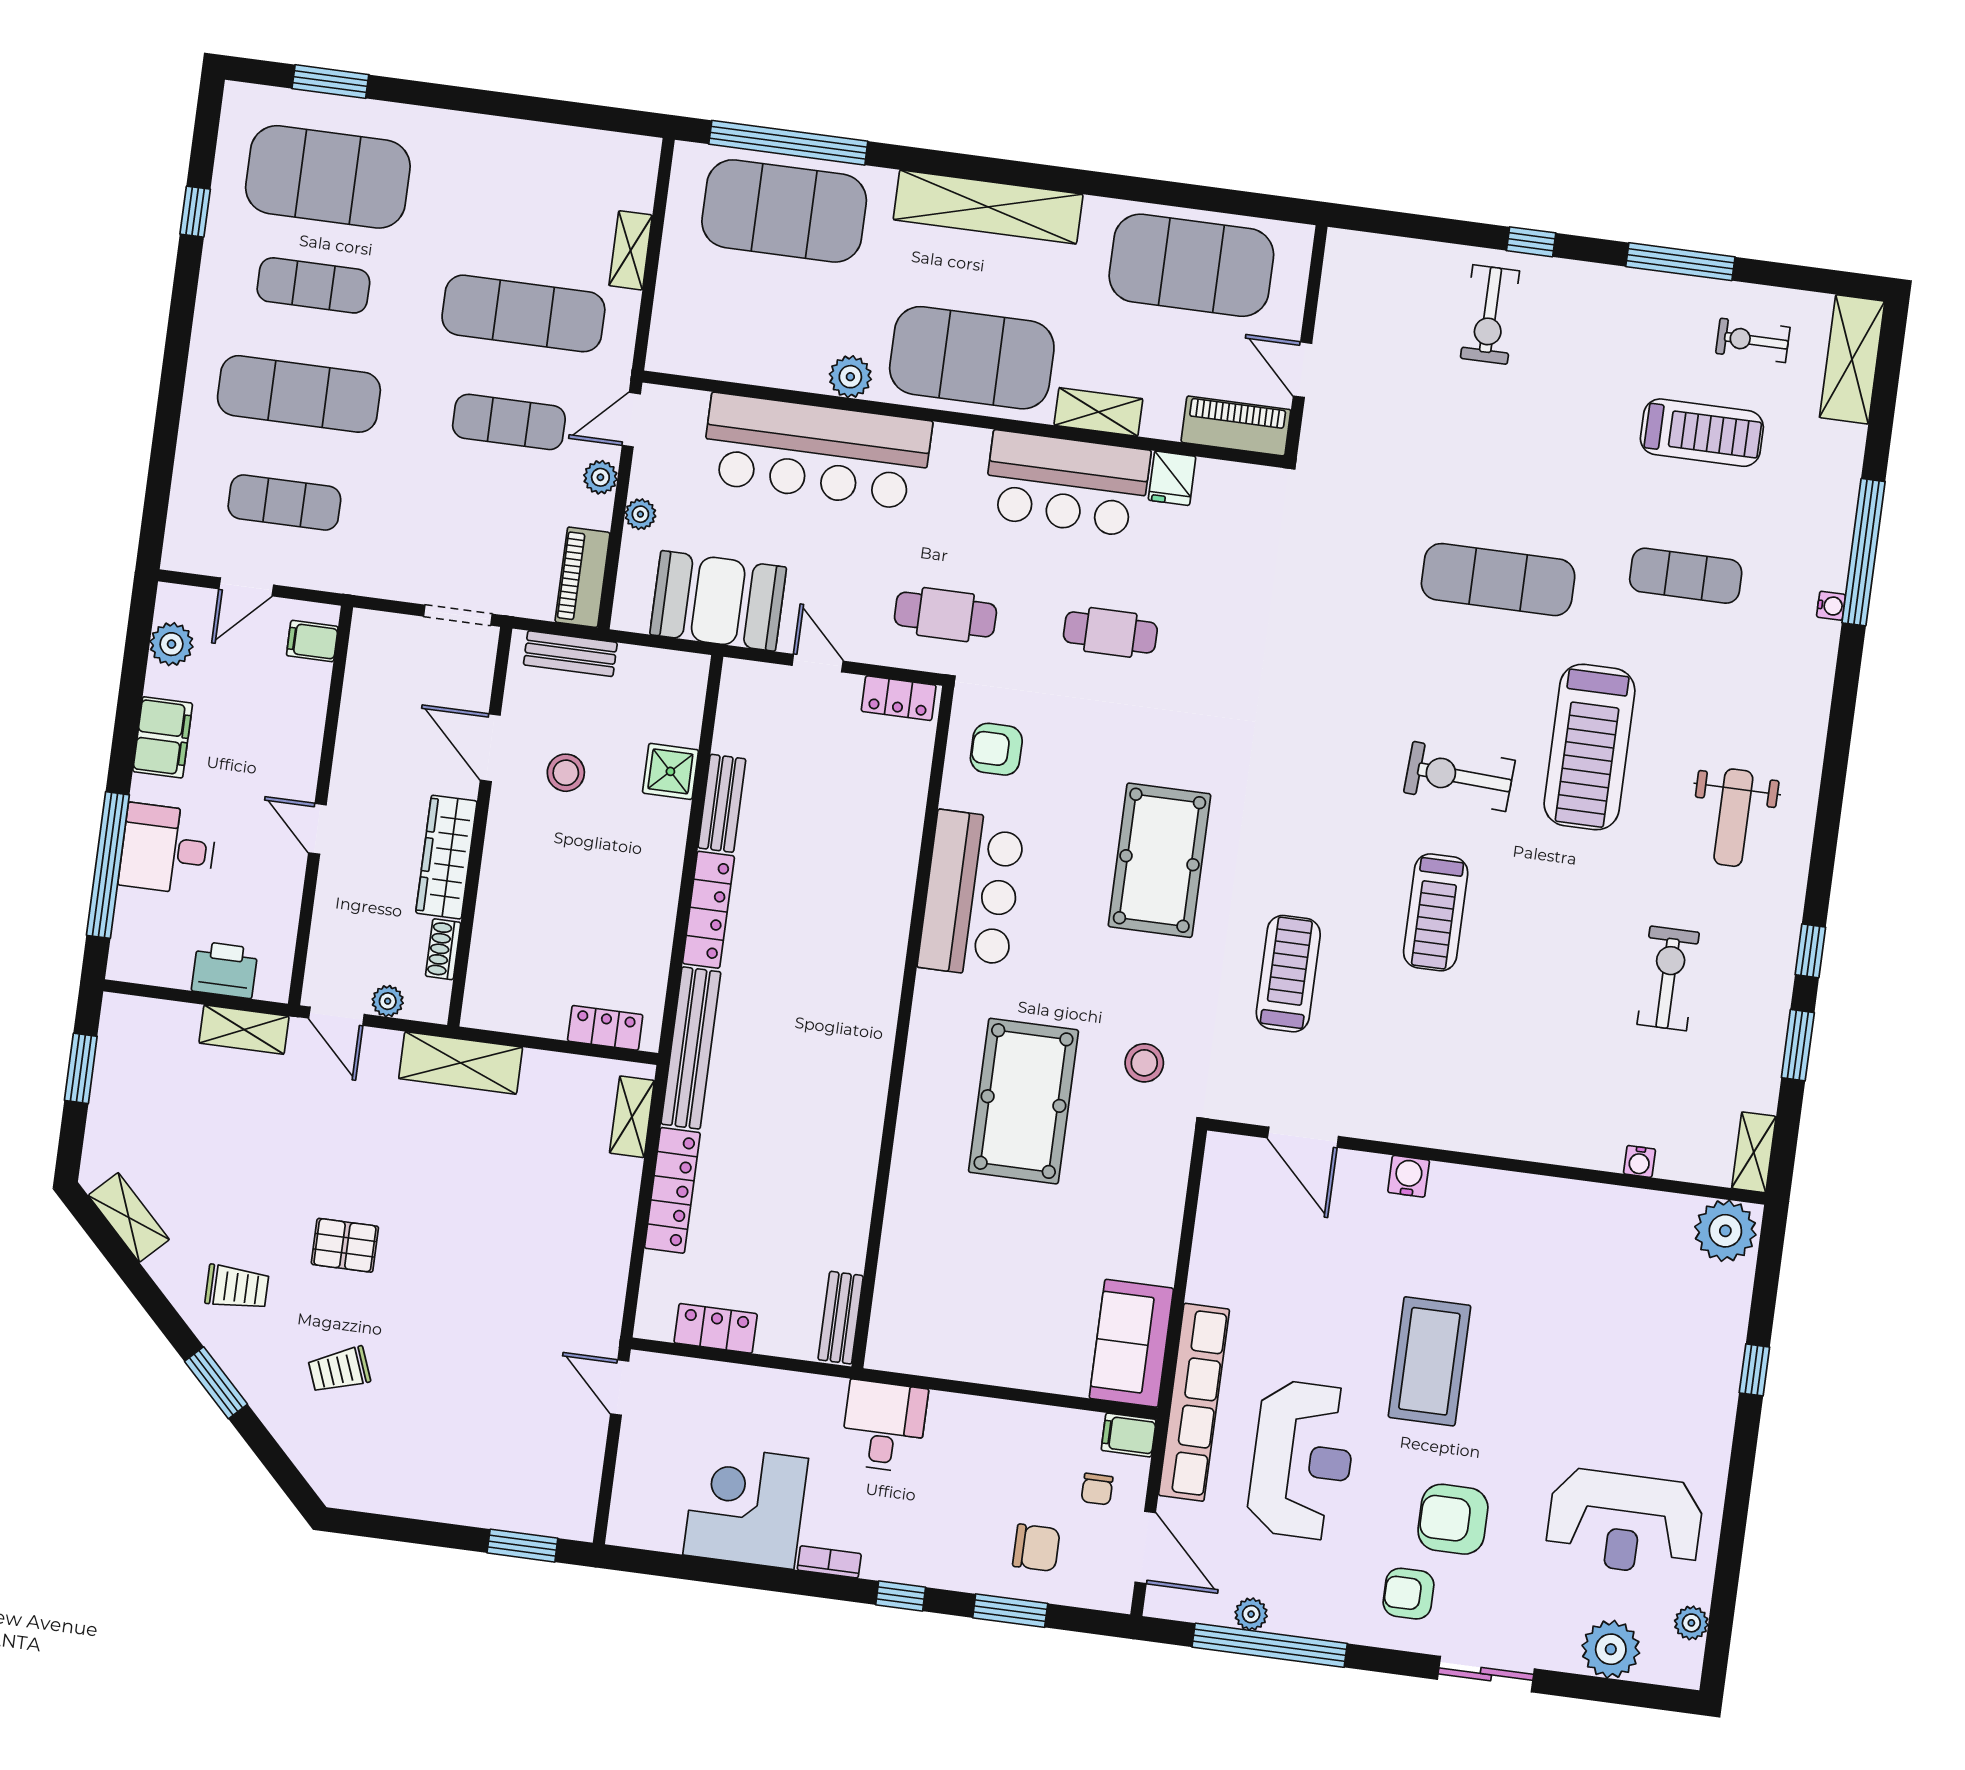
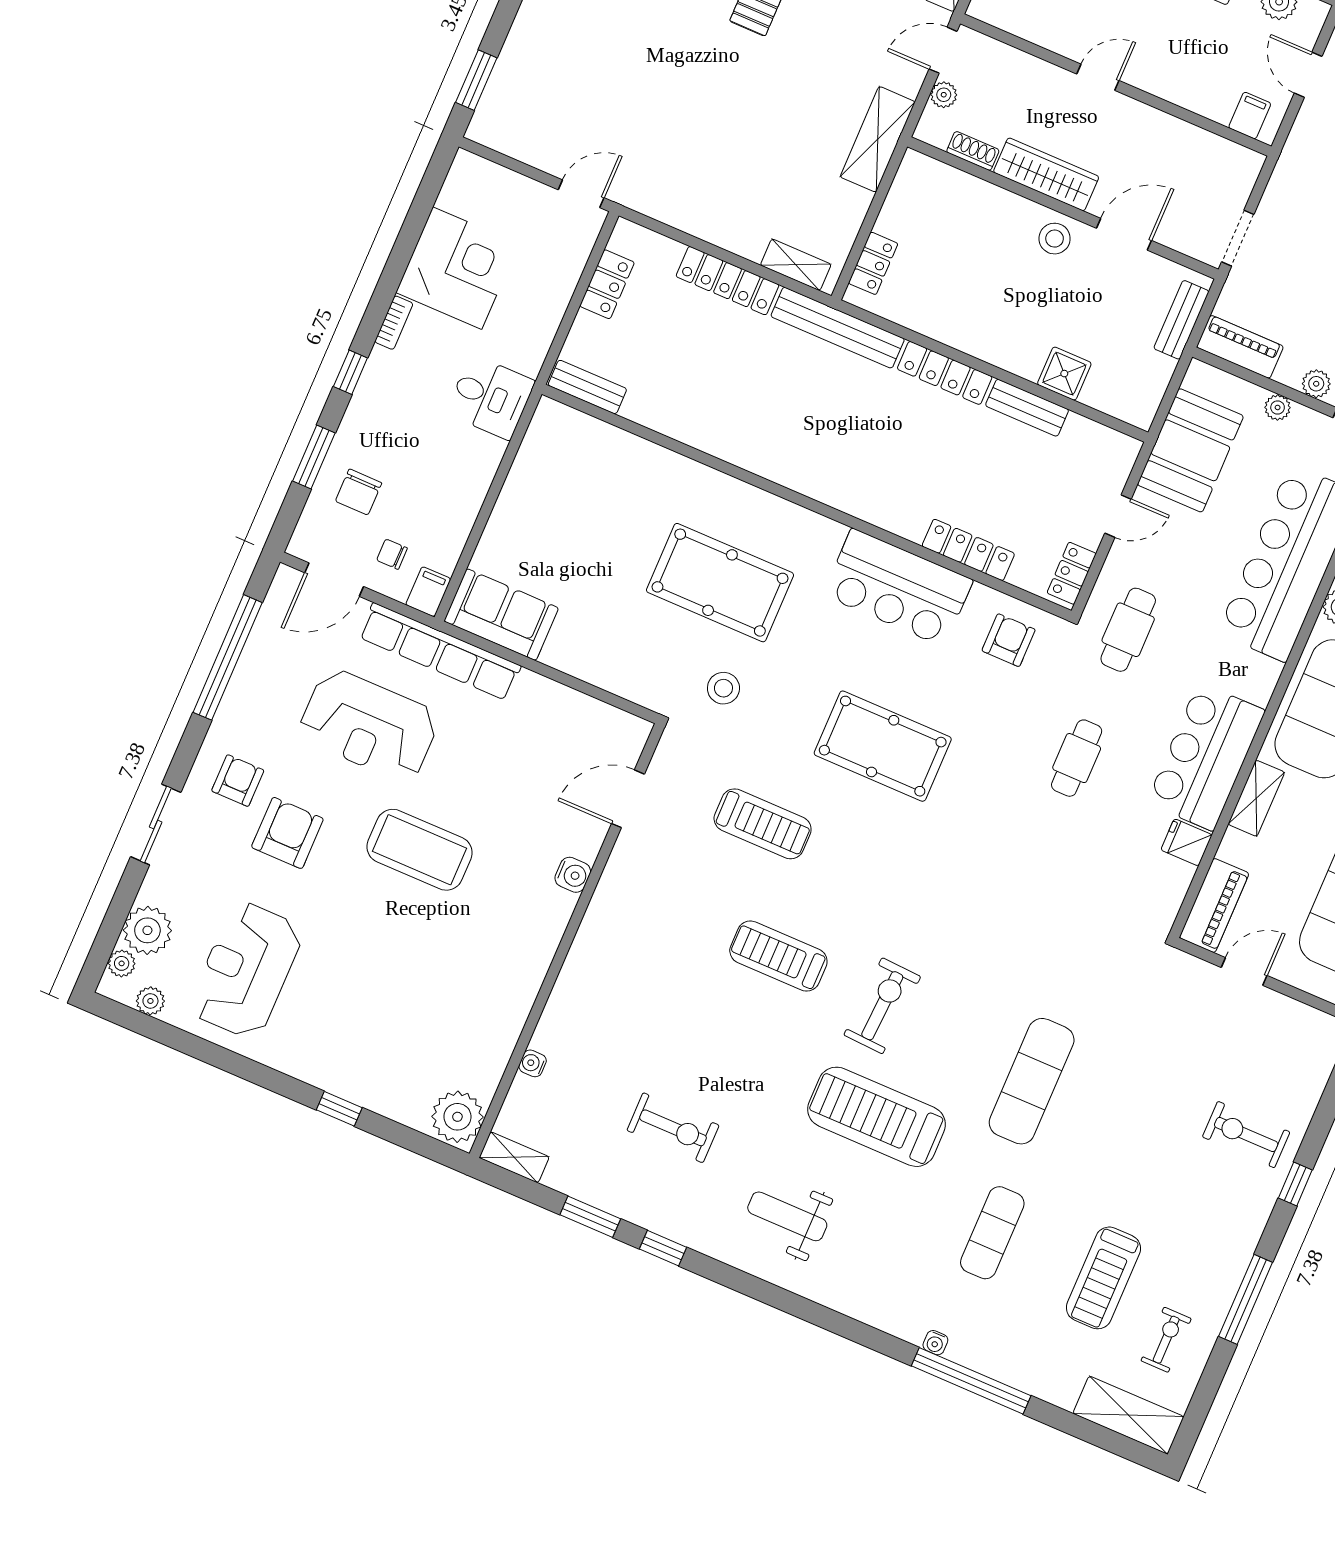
stool: (566, 773) -> (1055, 239), moved
locker: (905, 825) -> (968, 550), added
plant: (1251, 1614) -> (122, 963), moved

